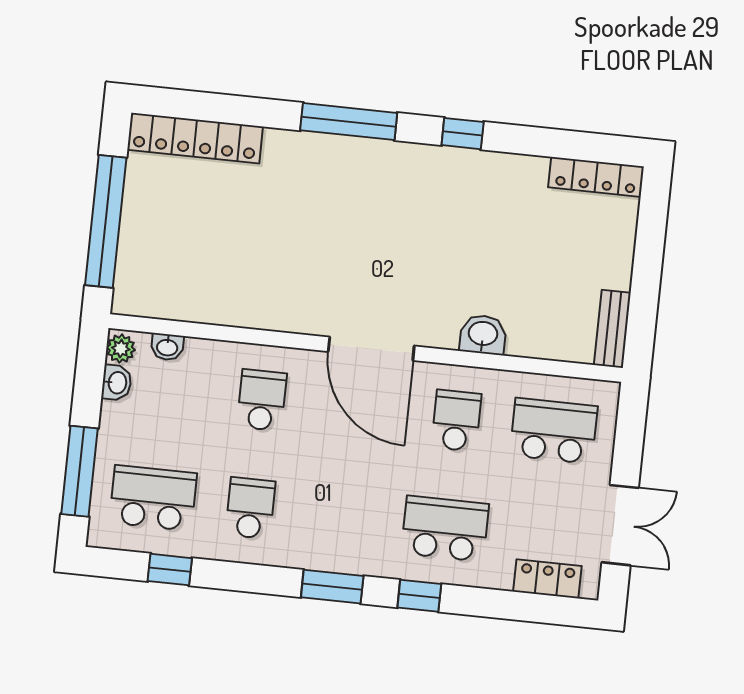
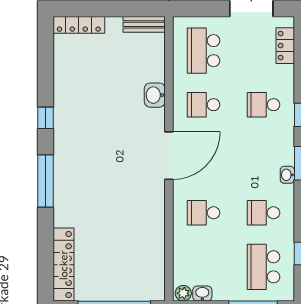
locker: (596, 177) -> (79, 25), moved, turned 90
washbasin: (167, 347) -> (287, 175), moved, turned 180
school desk: (445, 529) -> (263, 105), width x0.54

